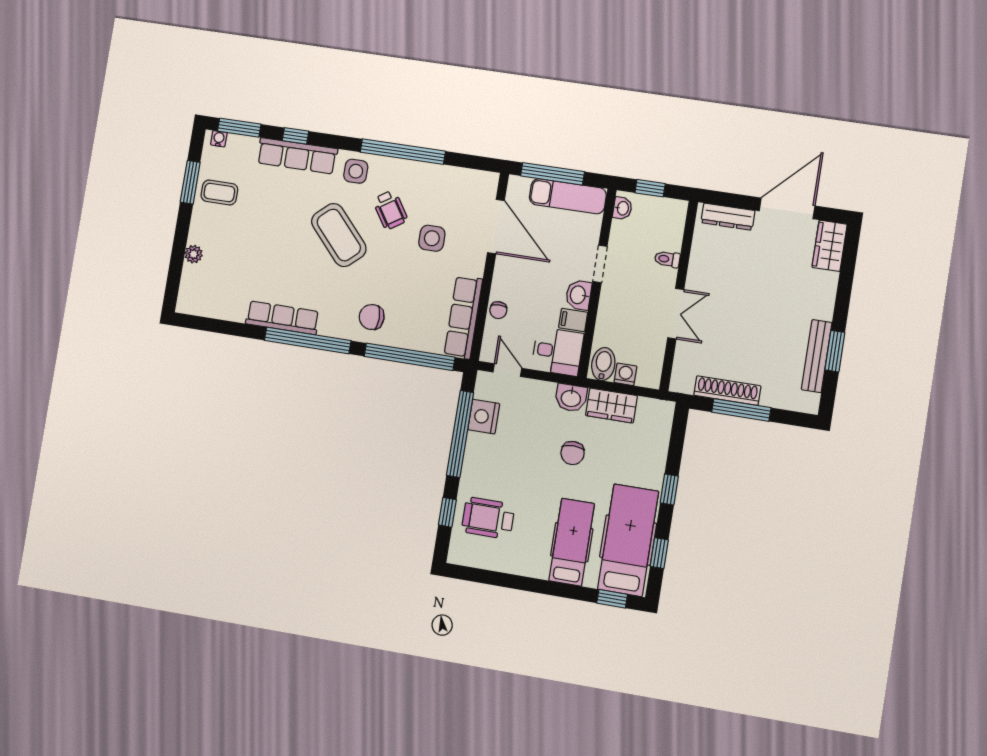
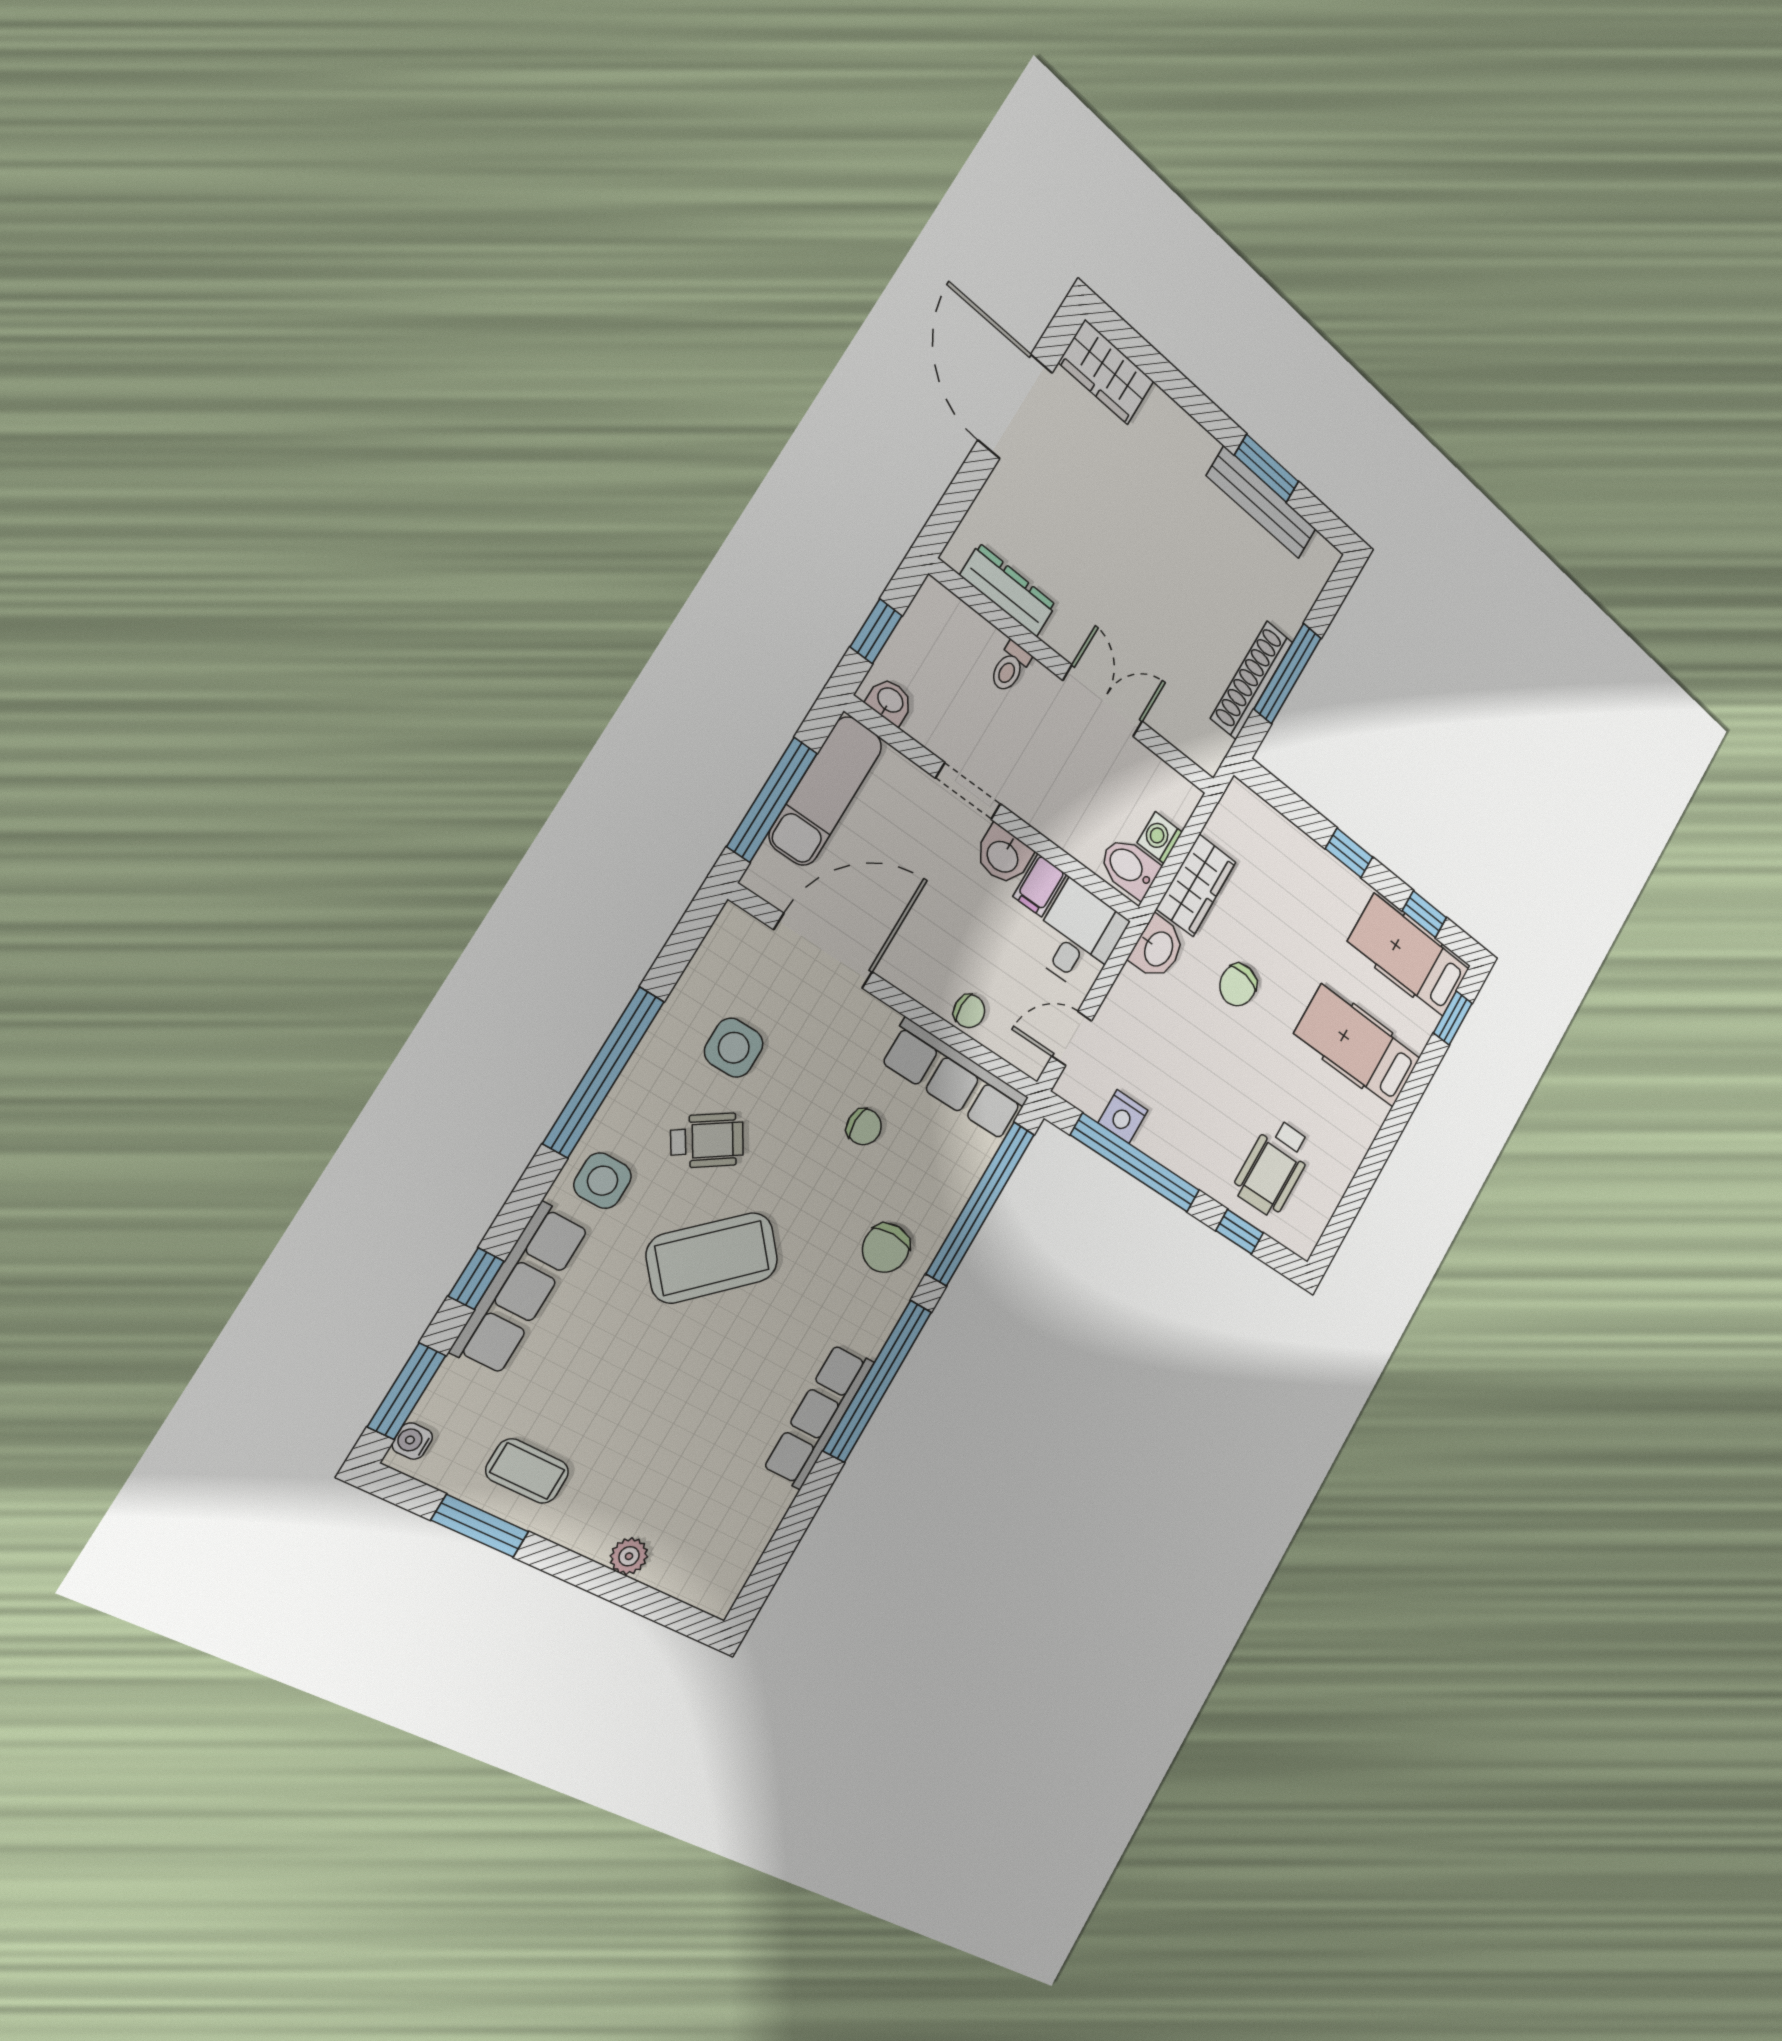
coffee table: (219, 192) -> (527, 1471), turned 90
dresser: (728, 217) -> (1008, 590), moved, turned -90
side table: (432, 238) -> (734, 1048), moved
chair: (424, 281) -> (864, 1127), added
nightstand: (484, 417) -> (1123, 1117), width x0.74, depth x0.75
chair: (573, 453) -> (1238, 985), turned 97
hospital bed: (628, 540) -> (1409, 955), width x0.73, depth x0.78

